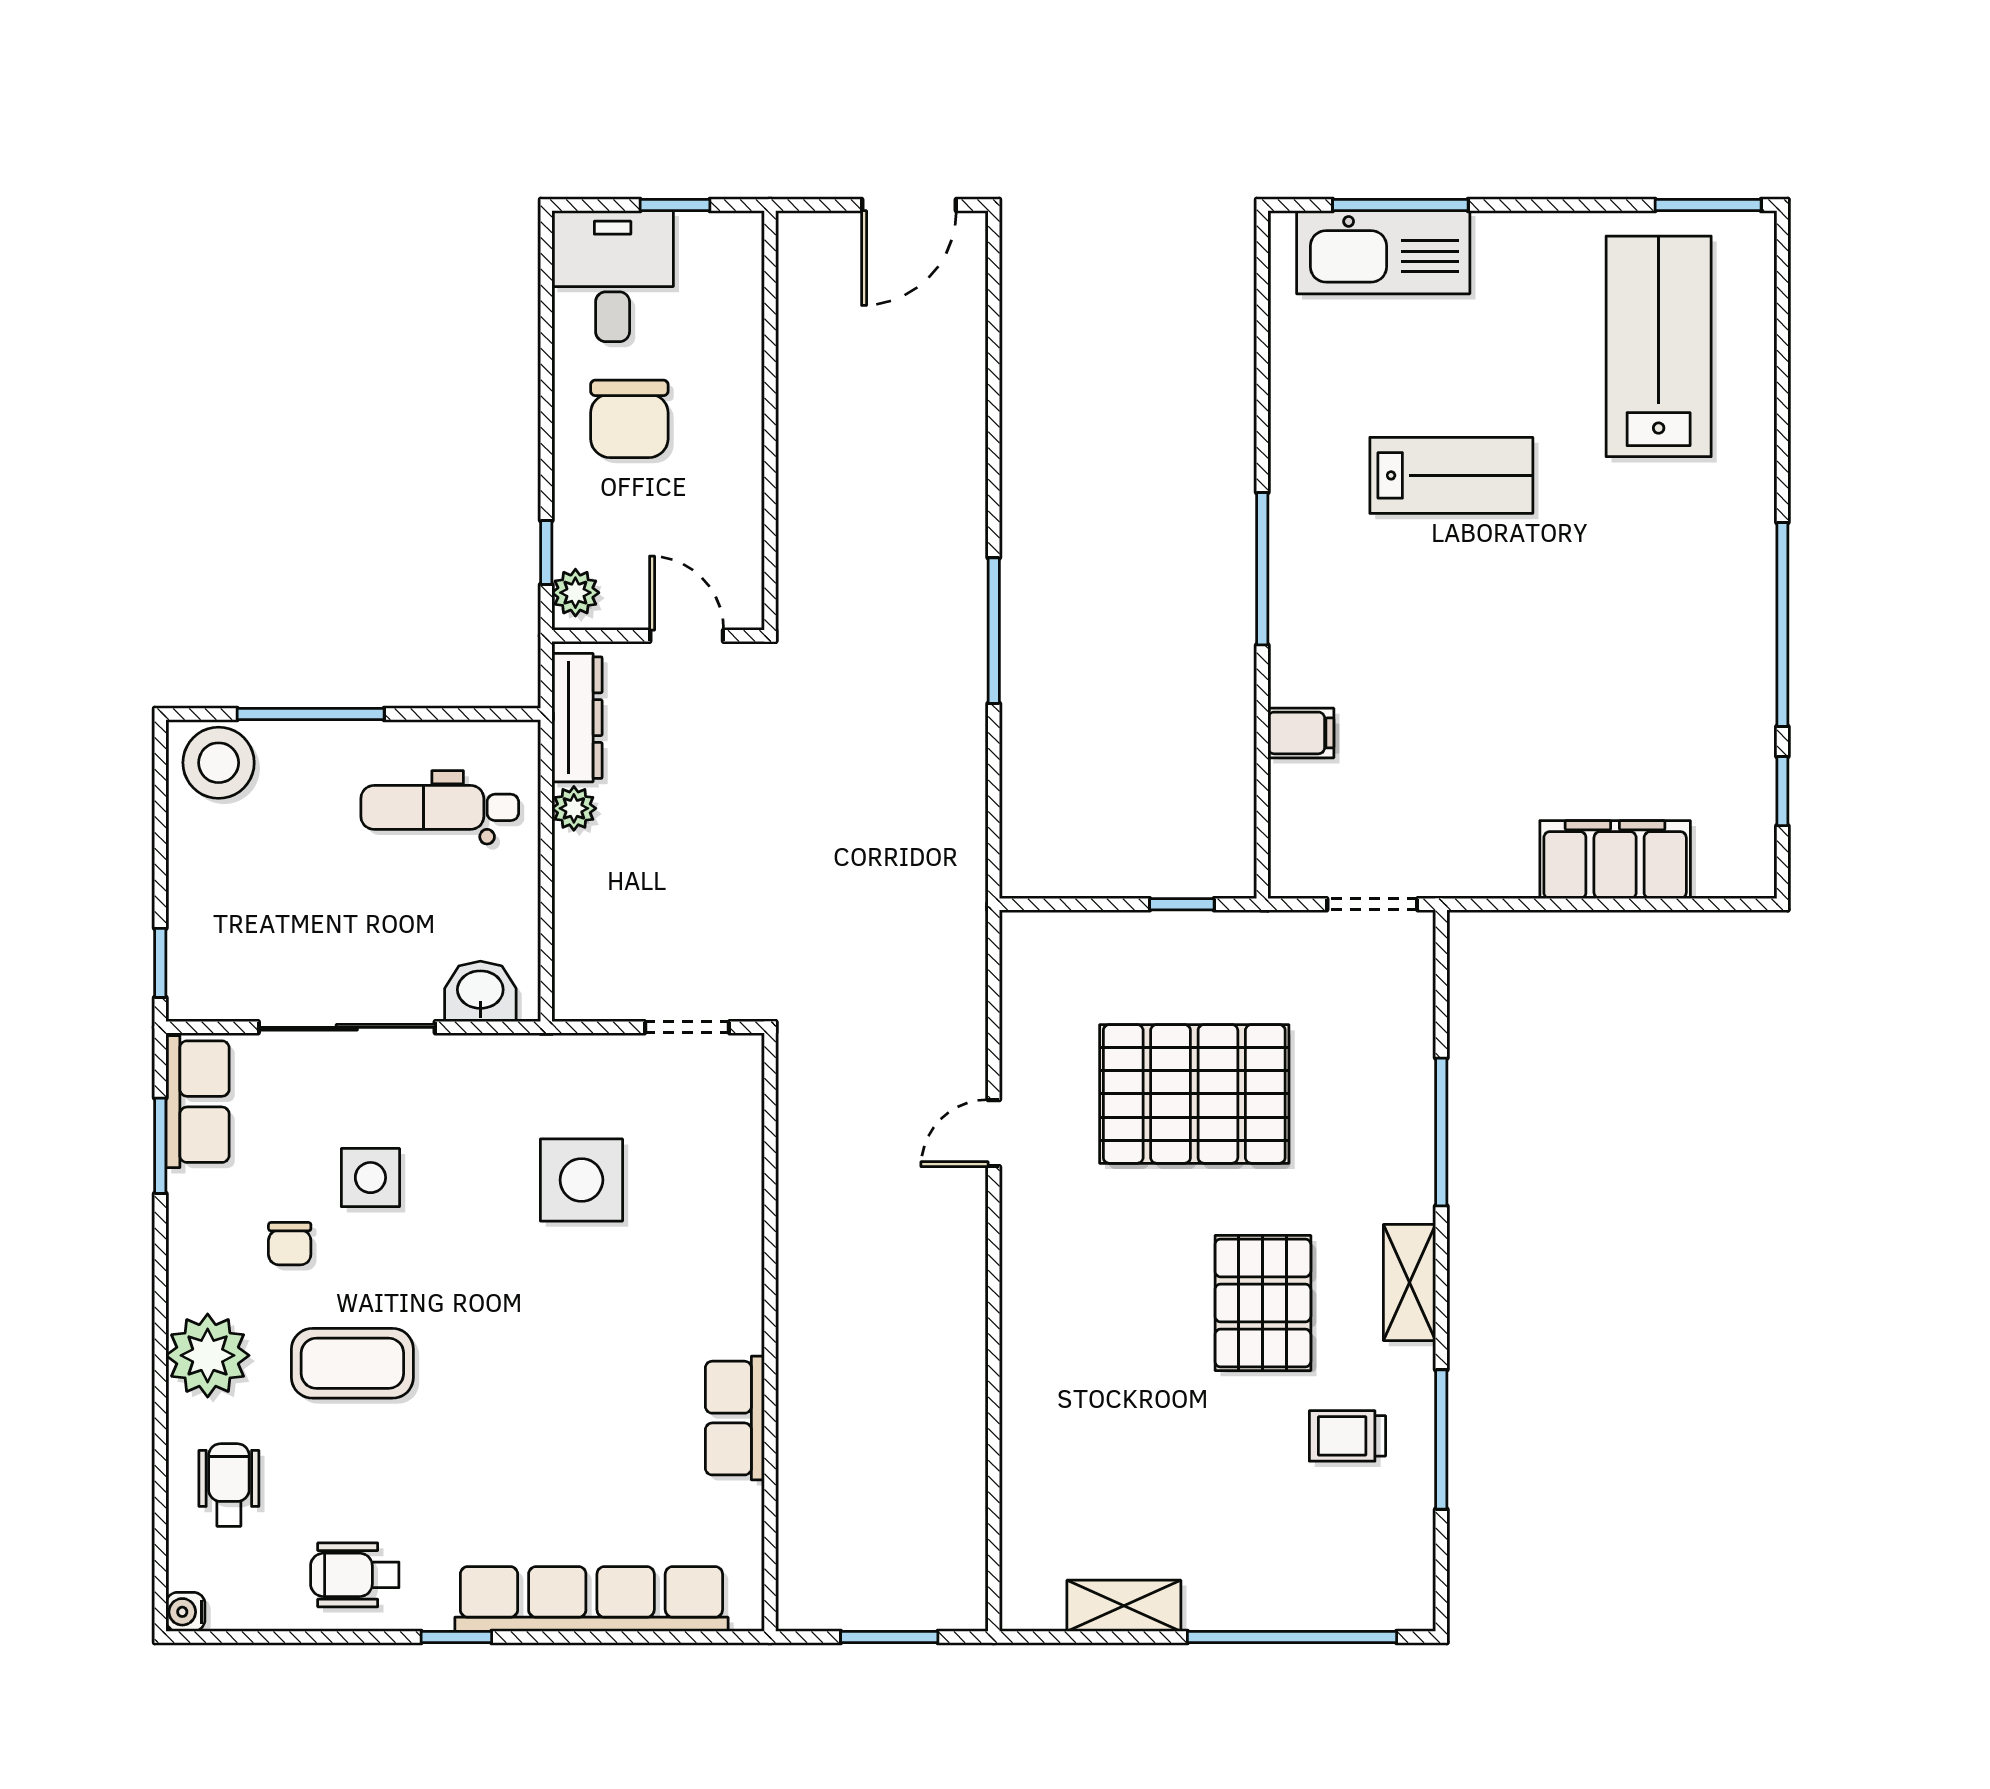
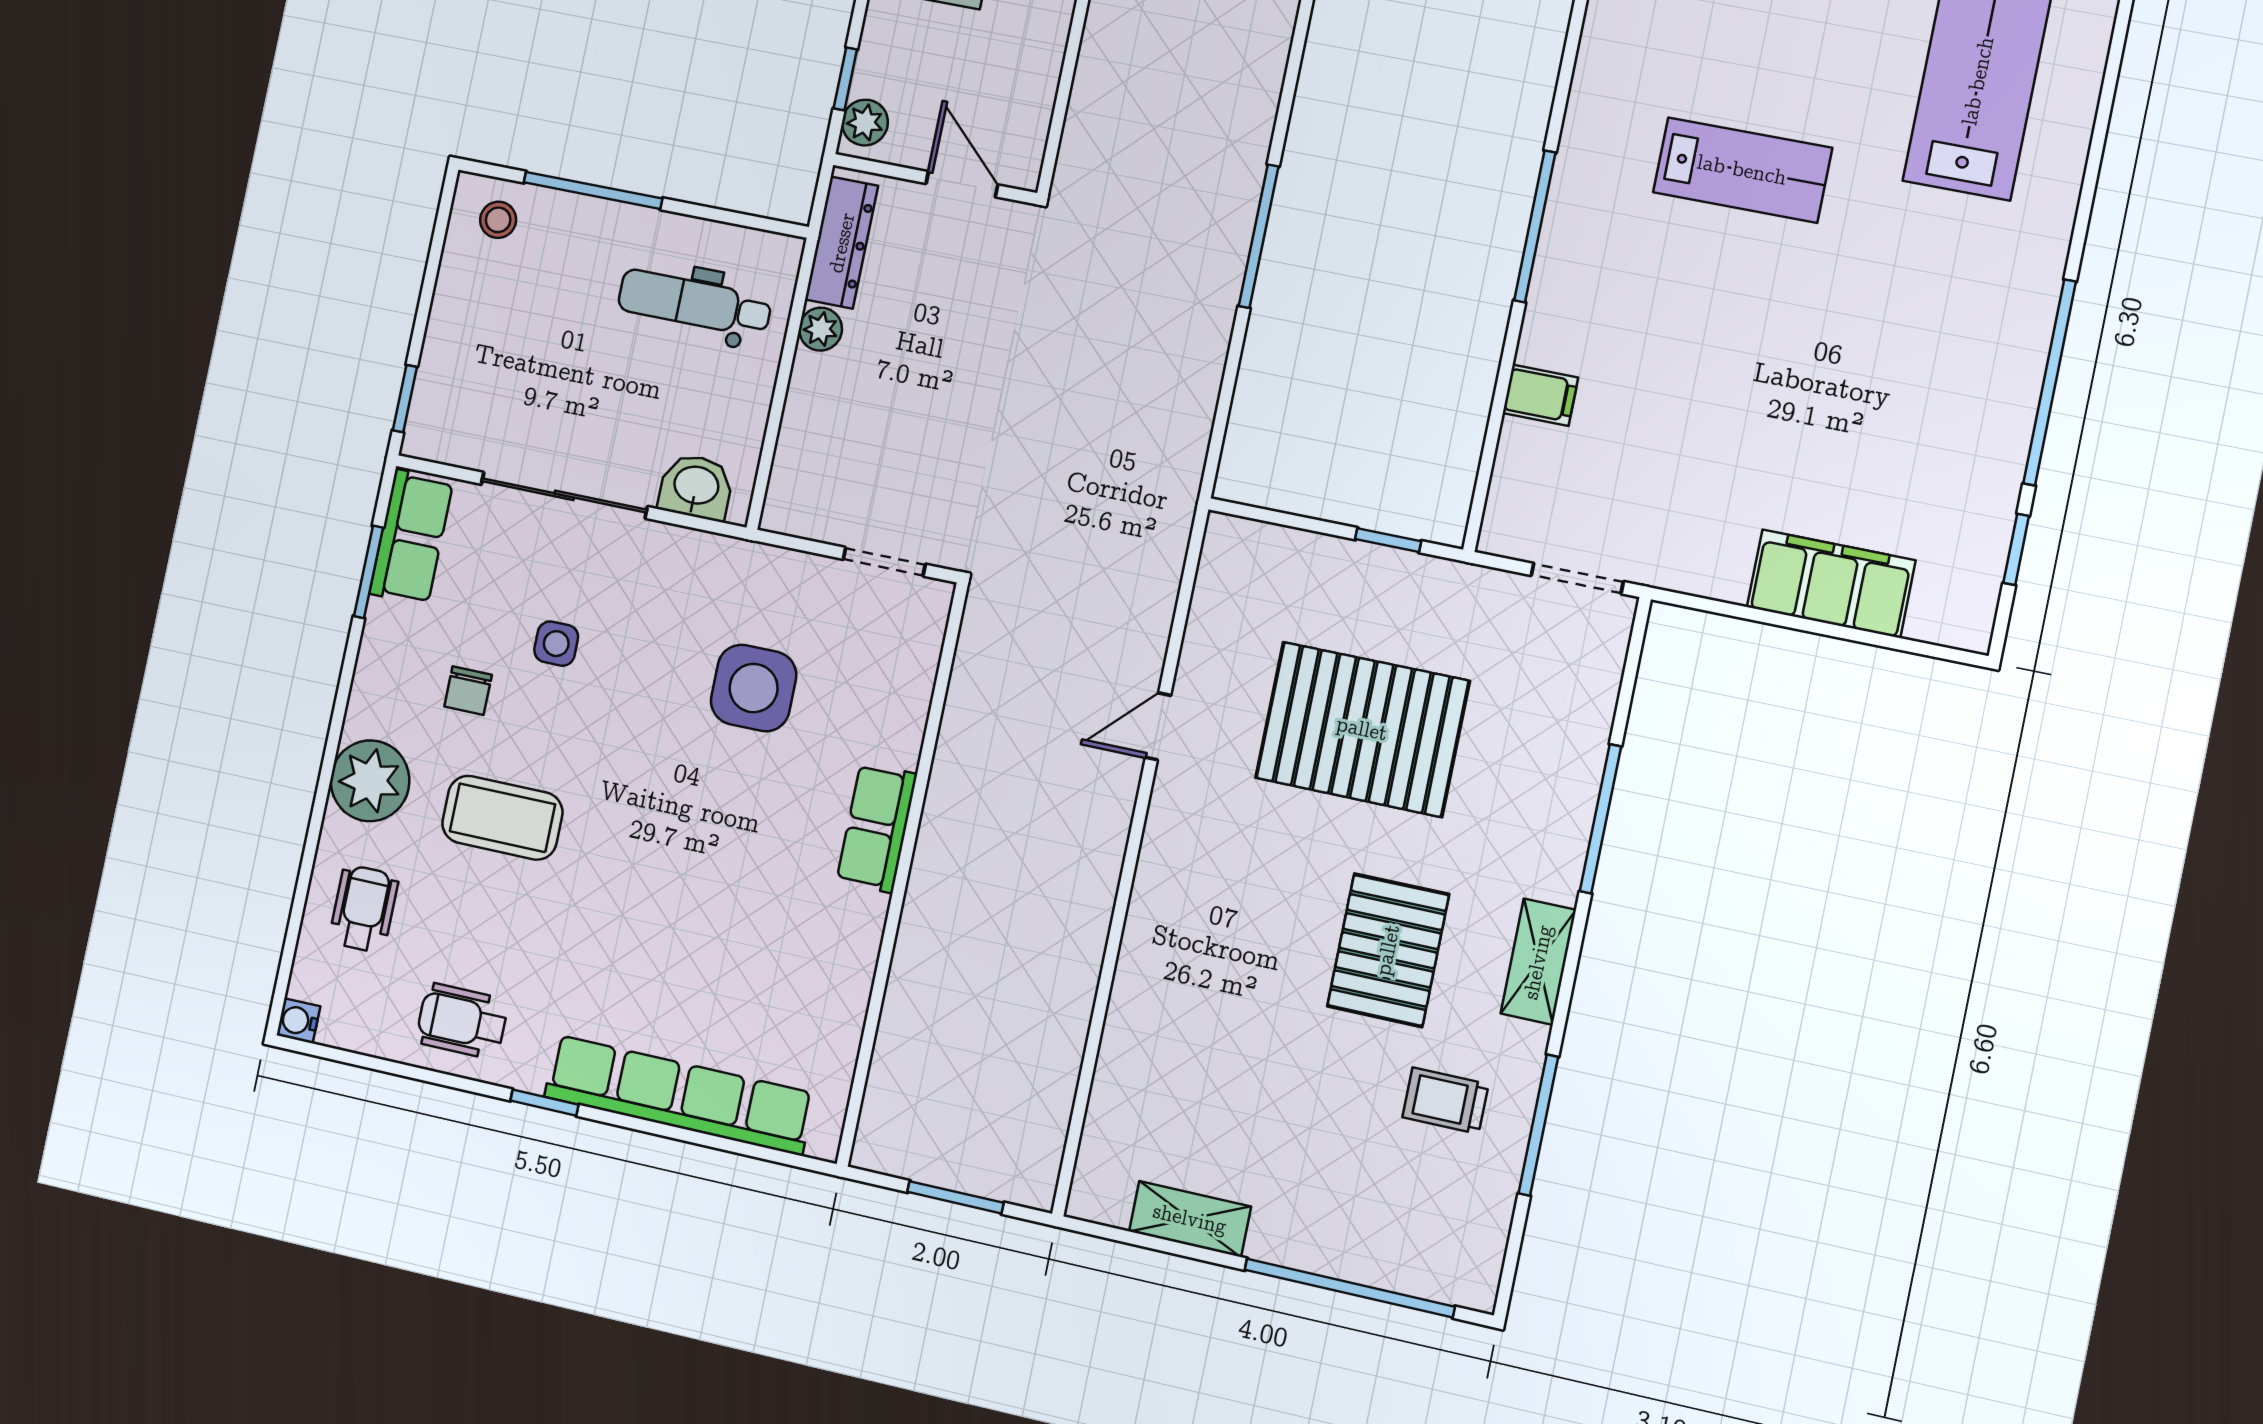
stool: (219, 763) -> (498, 220), width x0.53, depth x0.53
side table: (370, 1178) -> (556, 644), width x0.73, depth x0.73
row of seats: (735, 1418) -> (877, 828), moved

